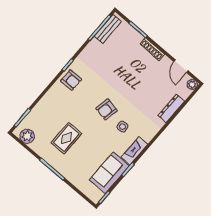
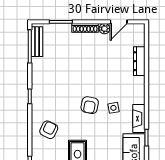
door: (181, 66) -> (119, 22), hinge flipped
armchair: (71, 80) -> (49, 130), moved, turned -64
plant: (192, 84) -> (104, 29), moved

